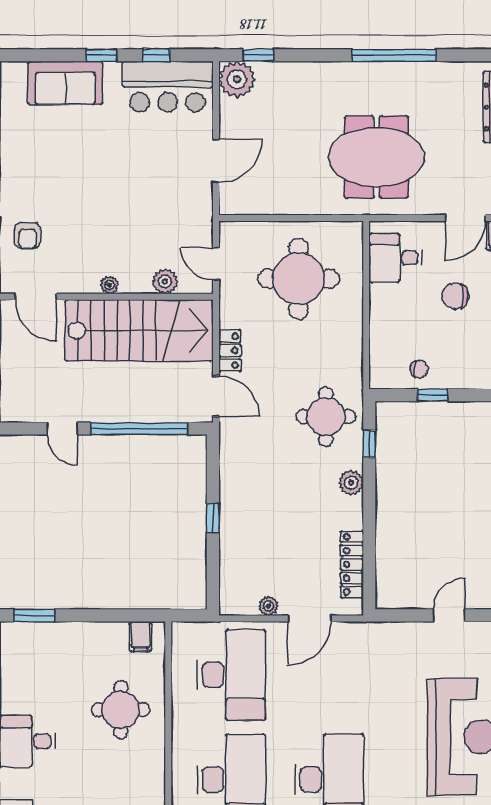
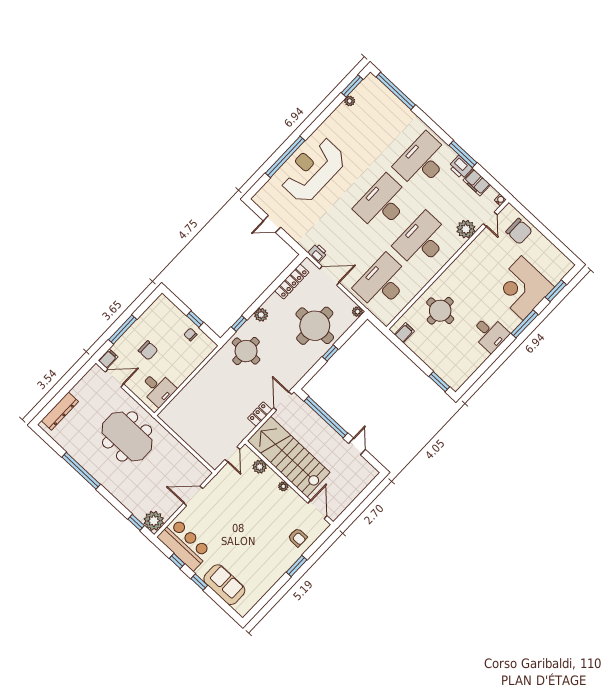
armchair: (28, 236) -> (298, 537), turned 90
round table: (299, 279) -> (315, 326), moved
plant: (268, 606) -> (357, 312), moved
printer: (353, 634) -> (318, 253), added

